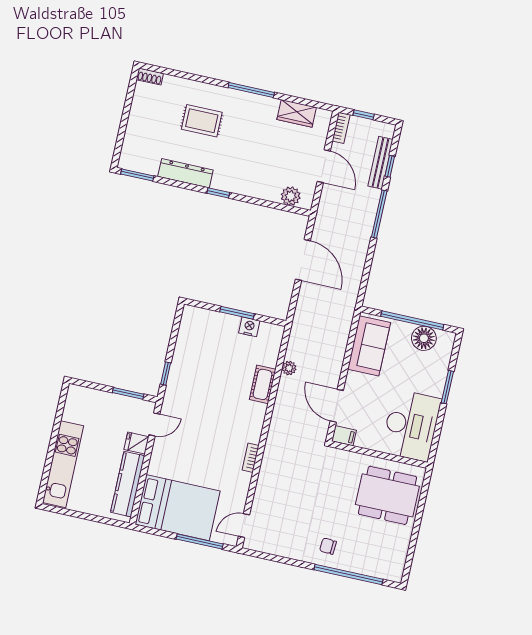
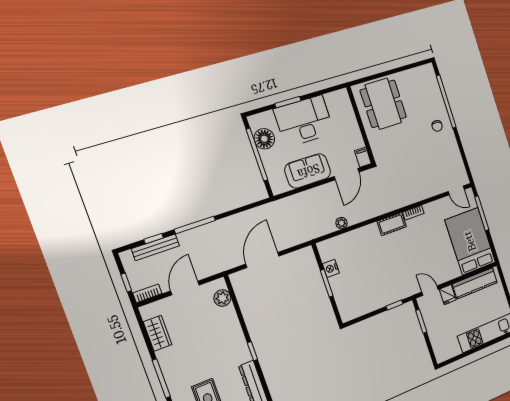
sofa: (369, 346) -> (308, 171), moved
cot: (263, 384) -> (392, 224), moved
desk: (411, 425) -> (304, 121), moved

